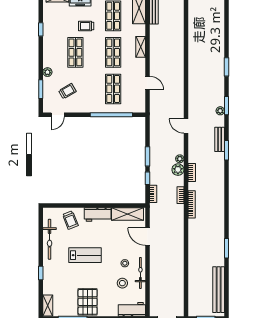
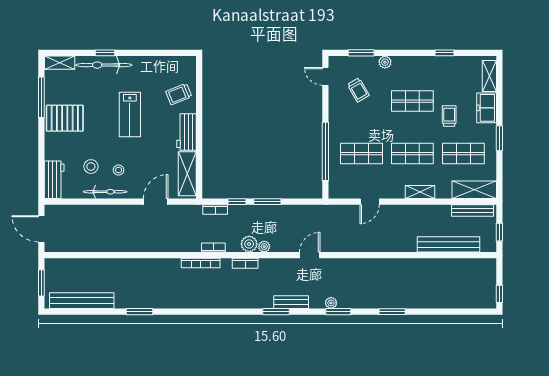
bench: (178, 26) -> (448, 244), added
bicycle: (50, 239) -> (104, 65), moved

